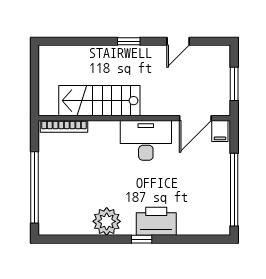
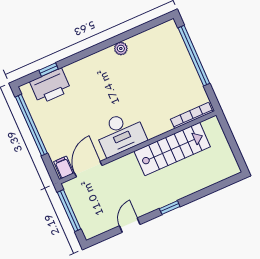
window: (234, 84) -> (69, 211), width x1.44
plant: (107, 221) -> (121, 48), width x0.53, depth x0.53
printer: (156, 221) -> (50, 86), moved
window: (142, 239) -> (49, 70), moved

